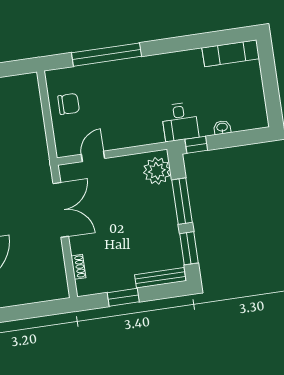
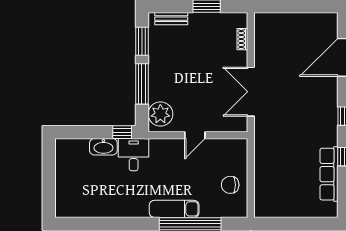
exam couch: (231, 53) -> (174, 209), moved
washbasin: (222, 127) -> (103, 147), width x1.91, depth x1.45
door: (93, 156) -> (195, 135), moved
bench: (160, 278) -> (171, 19), width x0.73

